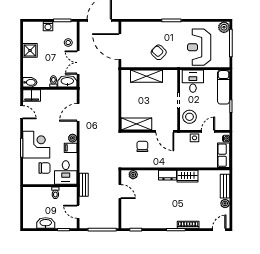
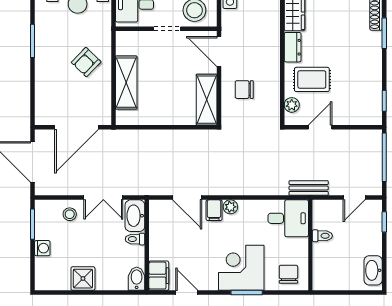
door: (22, 112) -> (187, 293), hinge flipped
door: (165, 131) -> (219, 52), swing flipped
filing cabinet: (71, 148) -> (214, 210), moved
chair: (45, 168) -> (288, 274), moved
rug: (148, 187) -> (312, 79), added
washbasin: (46, 223) -> (373, 270), moved

